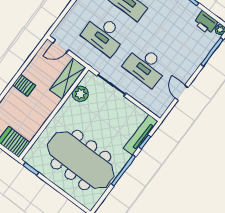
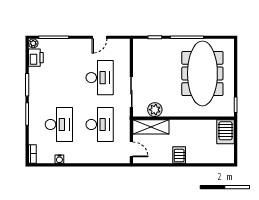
tv unit: (141, 135) -> (152, 44), removed

